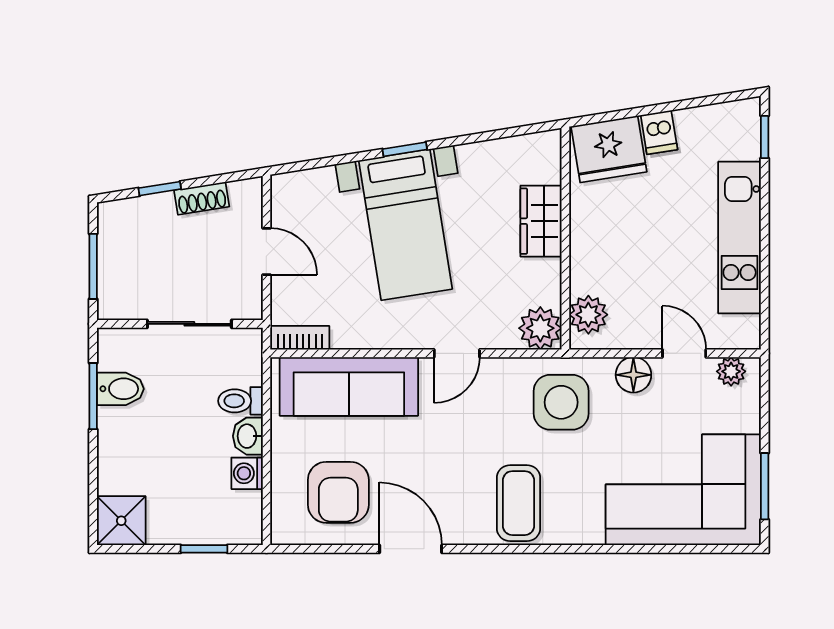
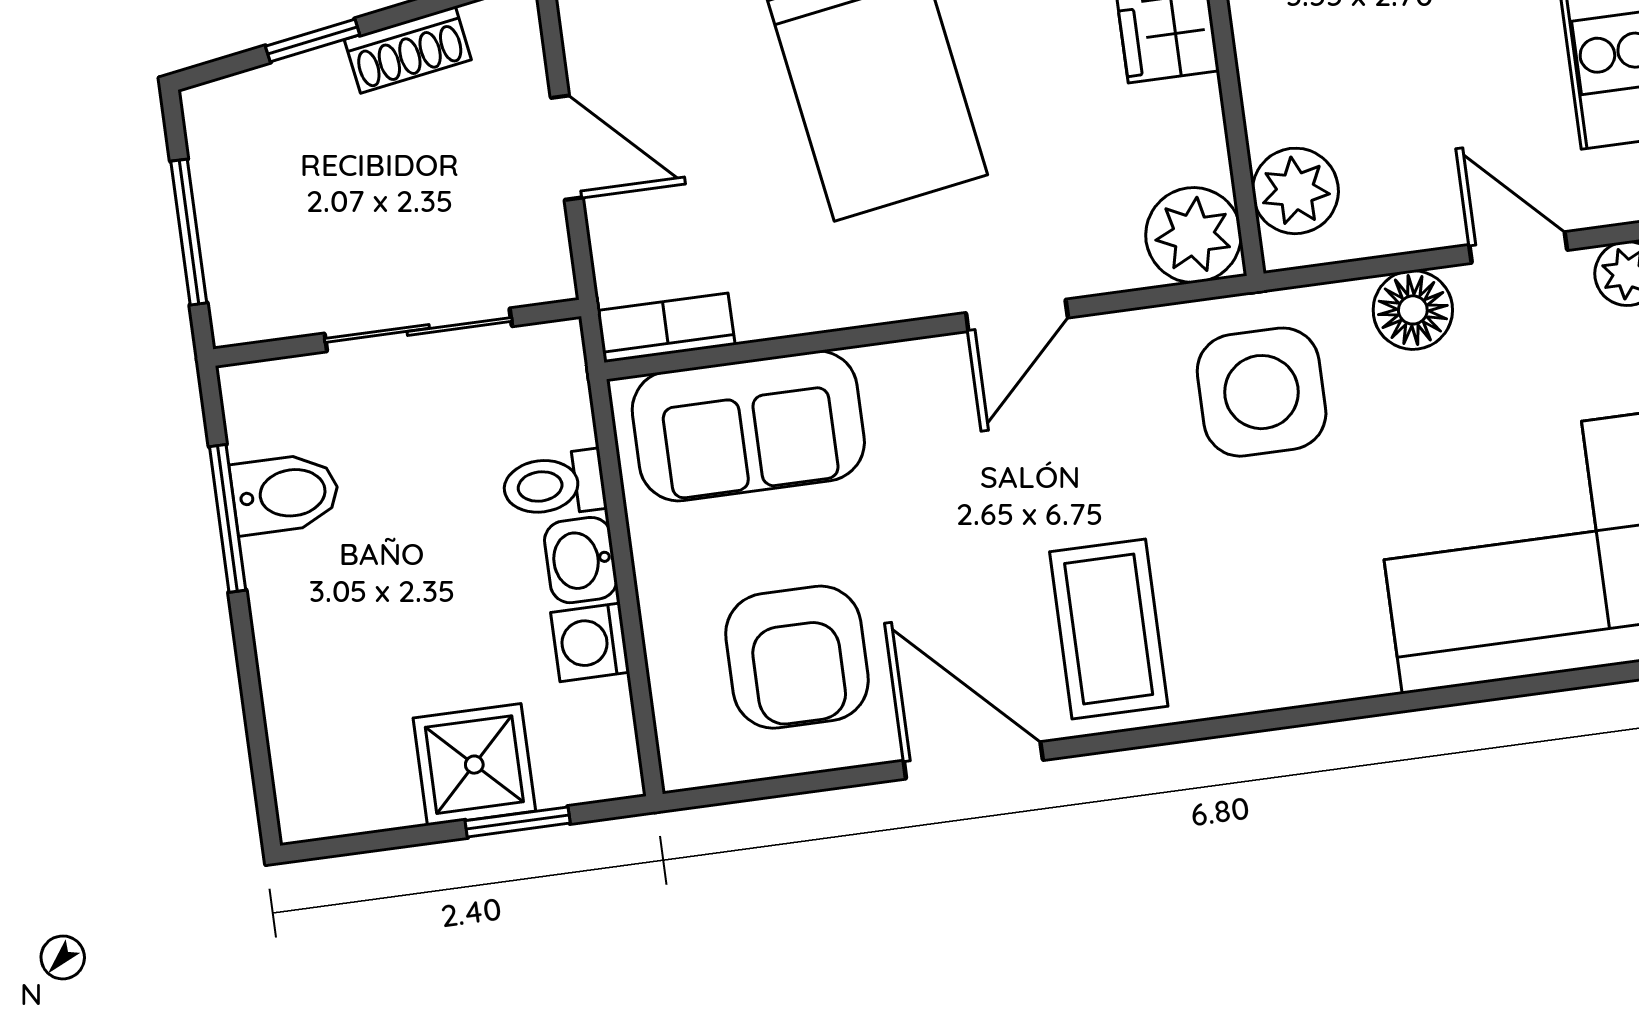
sofa: (349, 386) -> (748, 426), width x0.73
coffee table: (519, 503) -> (1109, 629), moved
shower: (121, 521) -> (474, 765), moved

